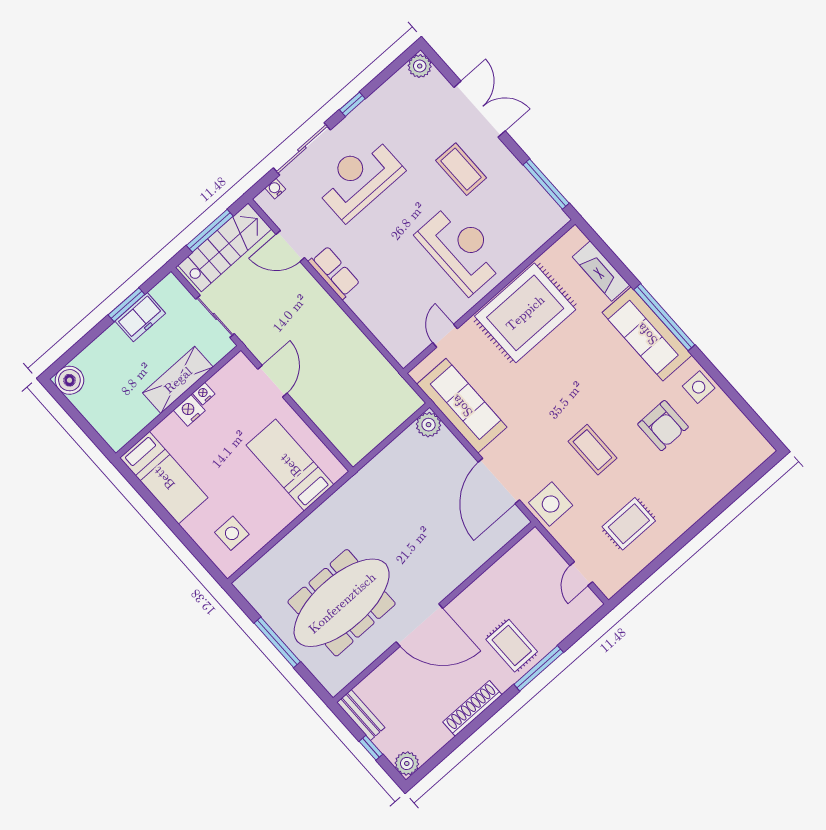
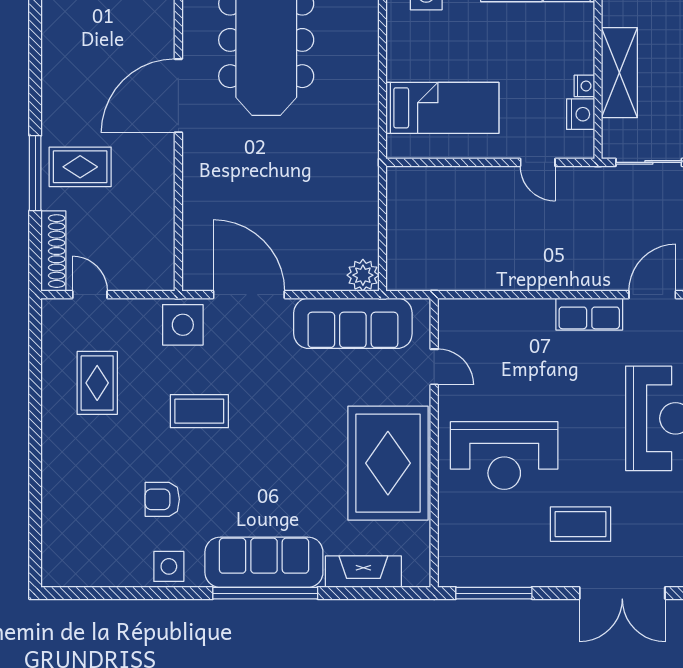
door: (272, 381) -> (538, 162), width x0.73
nightstand: (189, 410) -> (581, 114), moved
armchair: (663, 426) -> (162, 499), width x0.72, depth x0.72
shoe rack: (472, 708) -> (53, 251), moved

